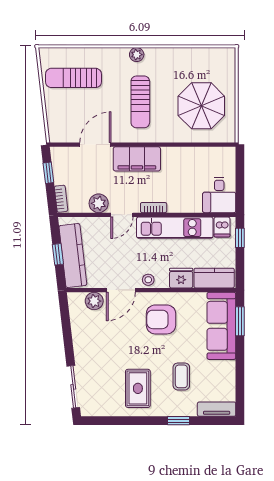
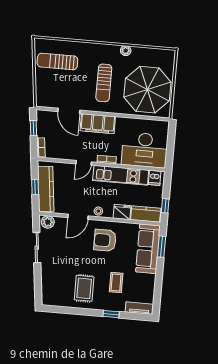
plant: (137, 55) -> (126, 51), moved
parasol: (201, 106) -> (147, 90), width x1.36, depth x1.36
door: (95, 145) -> (69, 111), swing flipped
desk: (219, 195) -> (145, 150), width x1.87, depth x1.30
plant: (99, 203) -> (68, 153), removed
window: (240, 238) -> (165, 206), moved
plant: (94, 301) -> (48, 222), moved
sliding door: (73, 387) -> (37, 248), moved

